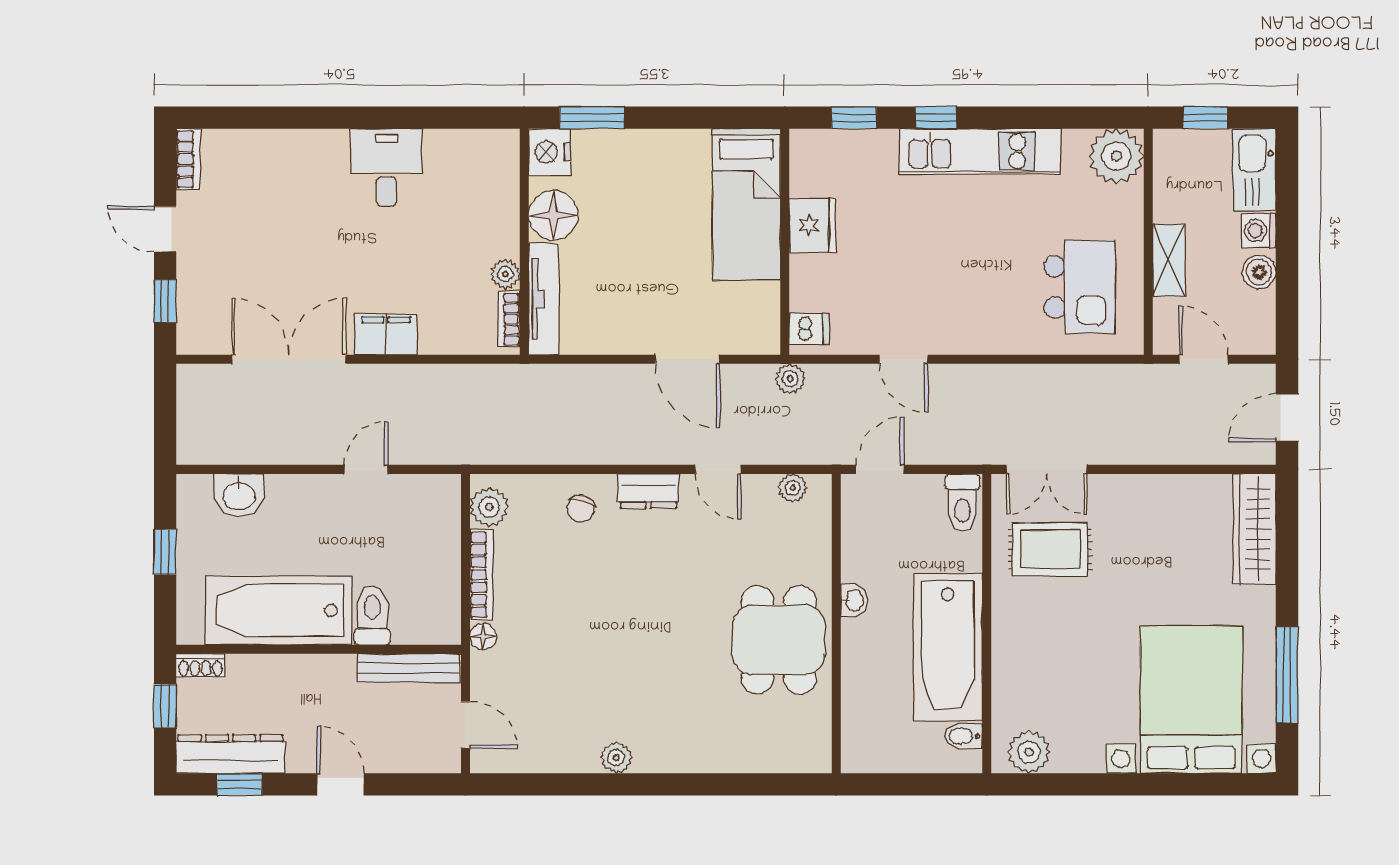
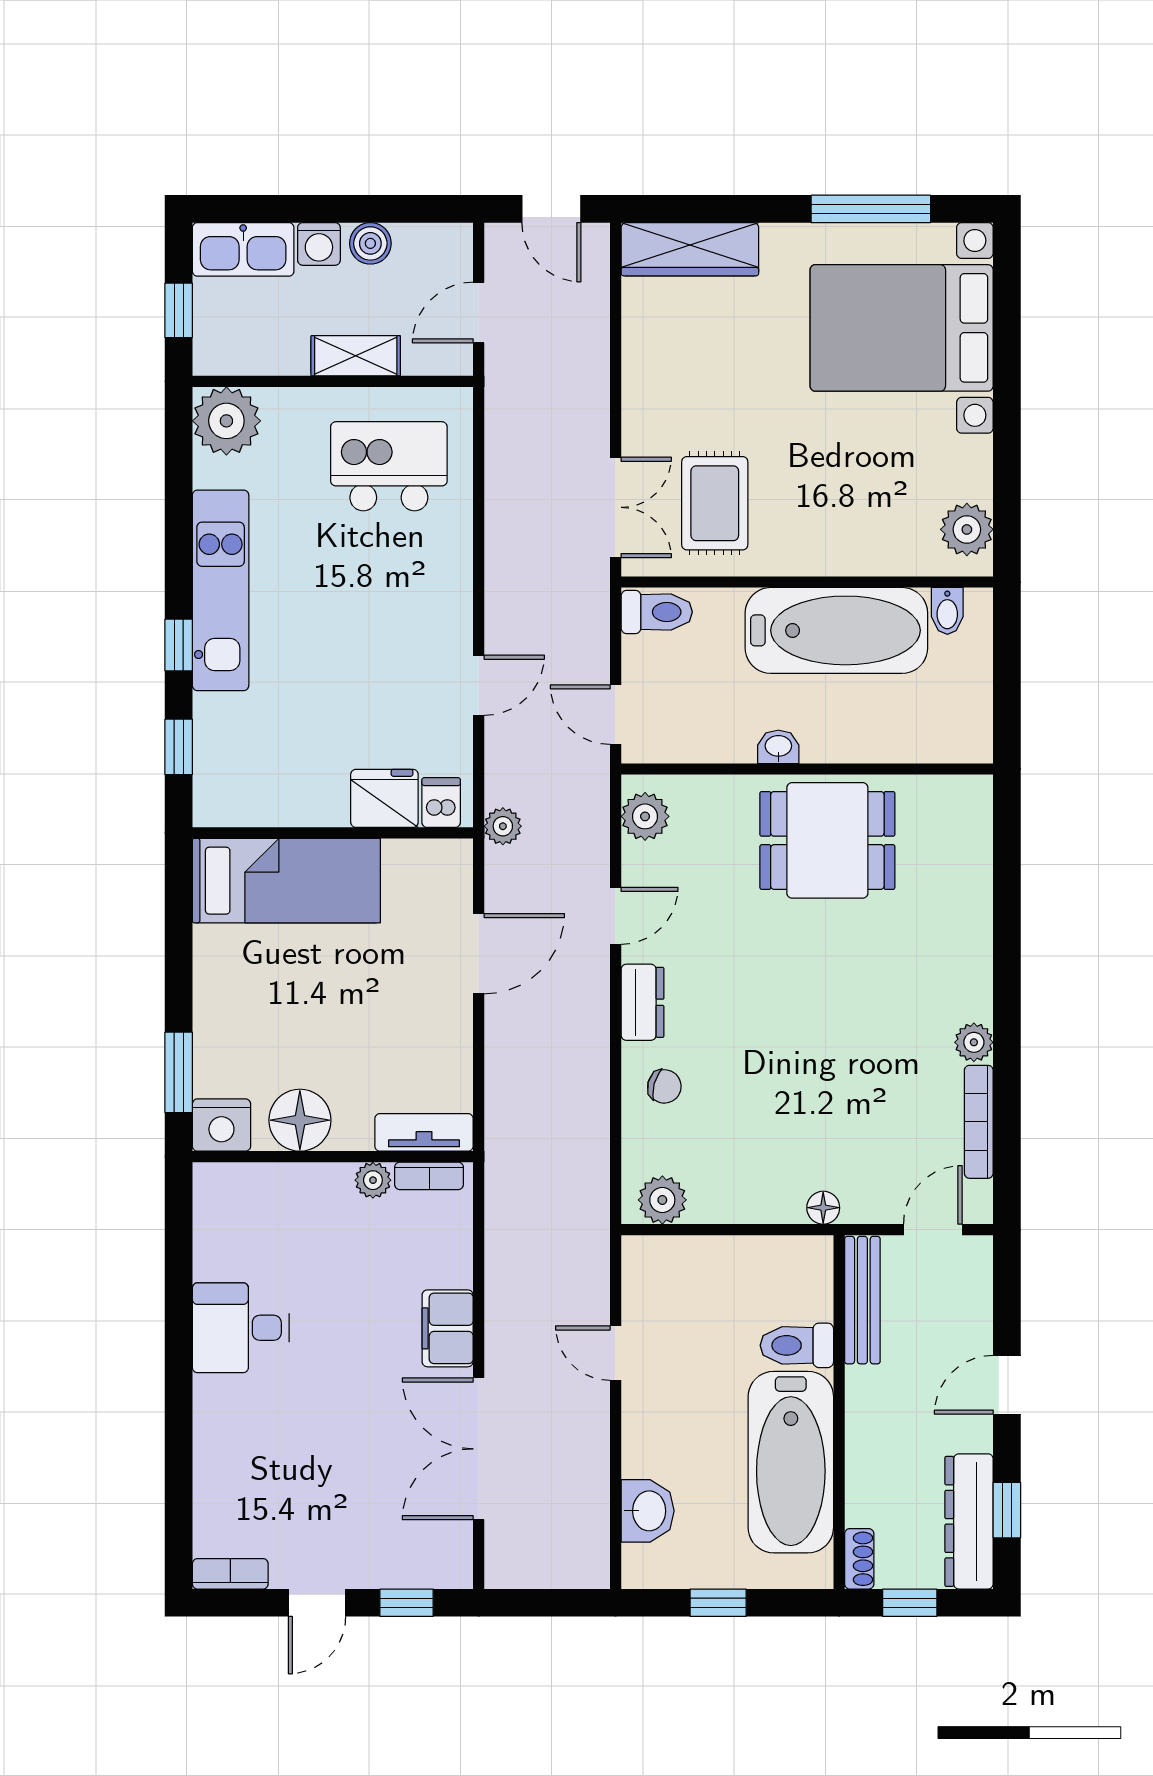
fridge: (813, 225) -> (384, 798), moved
tv unit: (544, 299) -> (424, 1132), width x0.71
plant: (793, 488) -> (645, 816), width x1.38, depth x1.38
bookcase: (481, 575) -> (979, 1122), moved, turned -90

